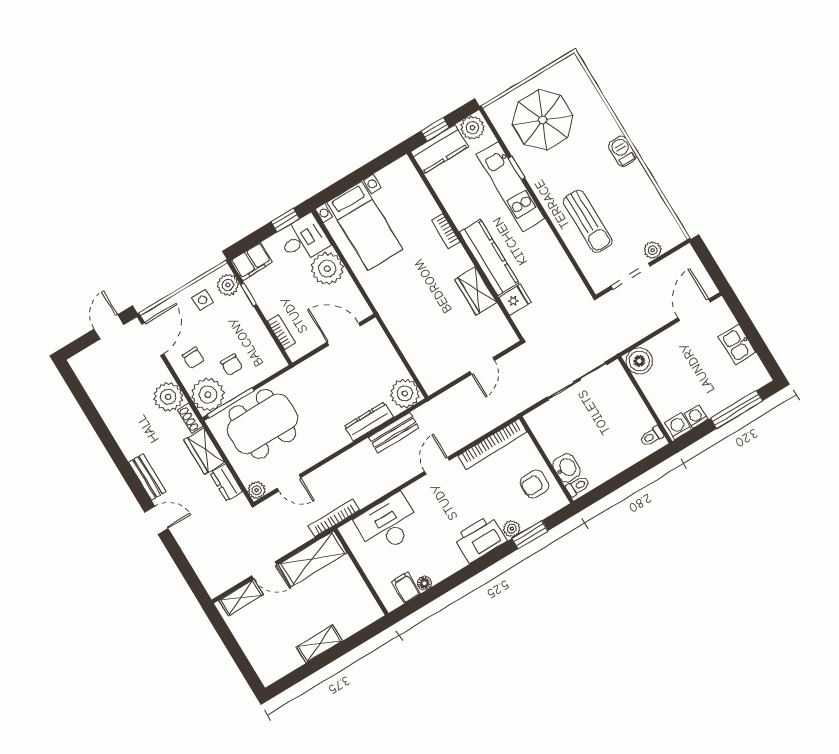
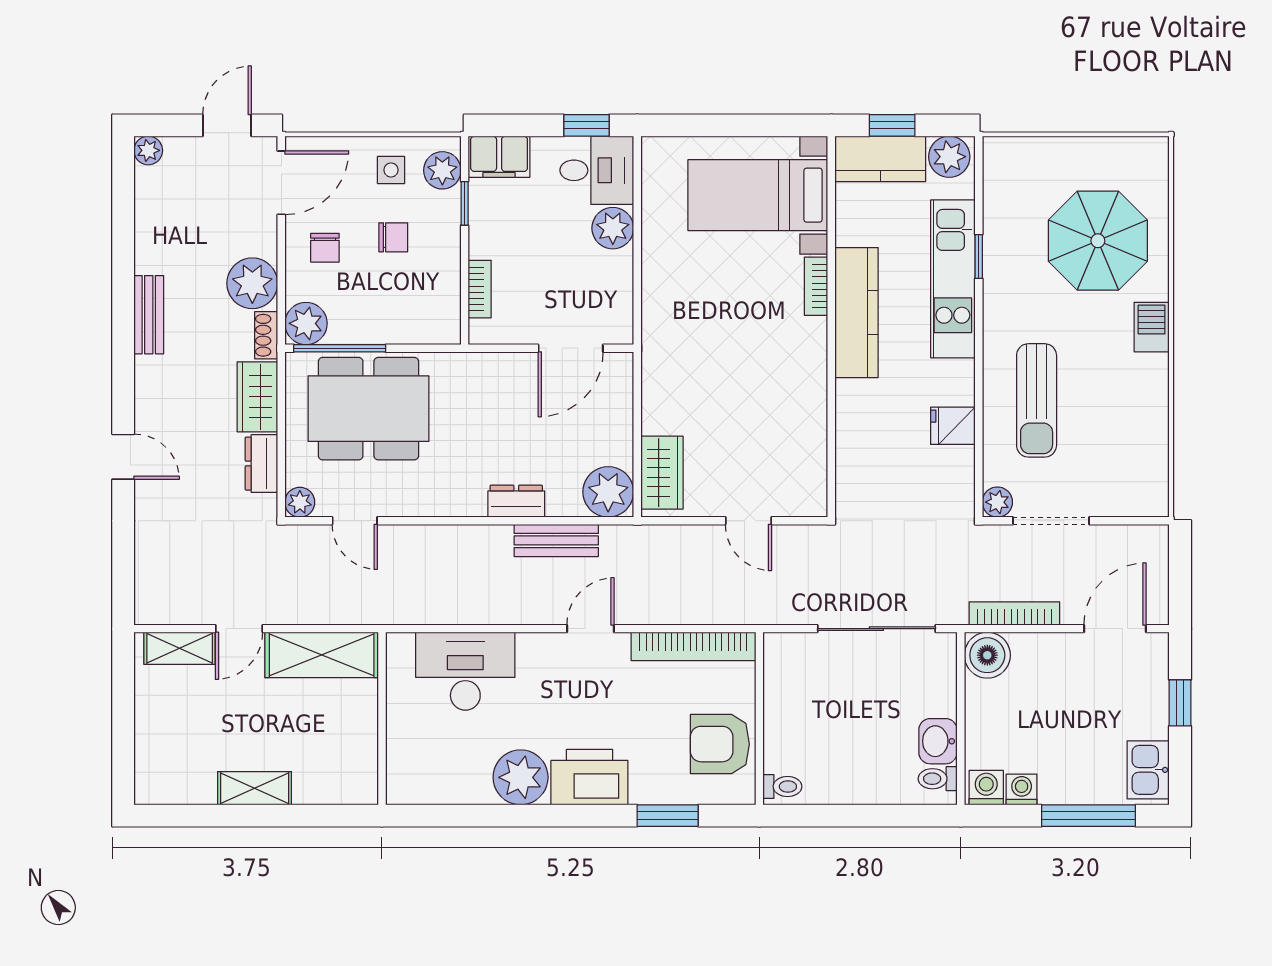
parasol: (543, 120) -> (1098, 241), moved
bed with nightstands: (365, 226) -> (758, 195), moved, turned 90
plant: (653, 250) -> (997, 502), moved
kitchen counter: (489, 258) -> (857, 313), moved
plant: (327, 269) -> (613, 228), width x0.73, depth x0.73
wardrobe: (476, 291) -> (662, 473), moved, turned 180
fridge: (515, 300) -> (953, 426), moved, turned 180
window: (748, 327) -> (1180, 703), added
door: (344, 334) -> (571, 348), swing flipped
kitchen sink: (737, 344) -> (1148, 770), moved
plant: (78, 363) -> (148, 150), added
chair: (232, 365) -> (393, 237), moved, turned -90
door: (482, 366) -> (748, 521), hinge flipped
plant: (208, 395) -> (306, 323), width x0.73, depth x0.73
dresser: (369, 422) -> (516, 501), width x0.70
washbasin: (567, 468) -> (938, 741), moved, turned 180
bench: (147, 477) -> (149, 315), moved
armchair: (535, 484) -> (720, 744), width x1.38, depth x1.38
bookcase: (334, 518) -> (1014, 613), moved
plant: (512, 529) -> (521, 777), moved, width x1.87, depth x1.87
door: (264, 570) -> (239, 629), hinge flipped
floor lamp: (424, 583) -> (466, 793), removed
filing cabinet: (406, 588) -> (434, 782), removed

